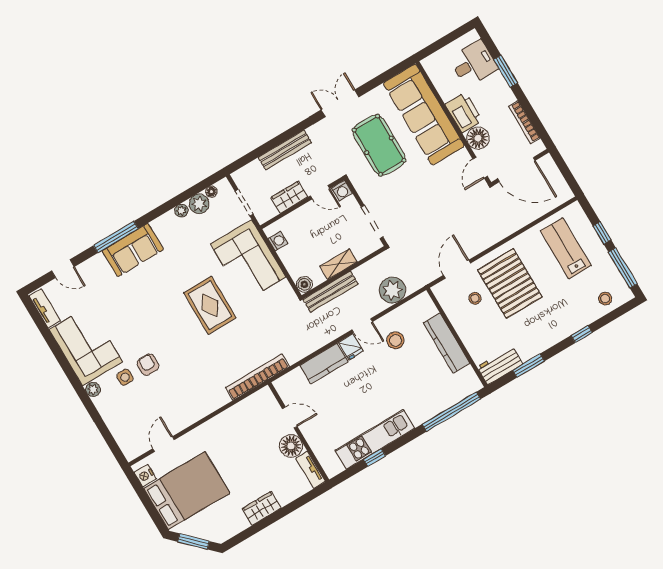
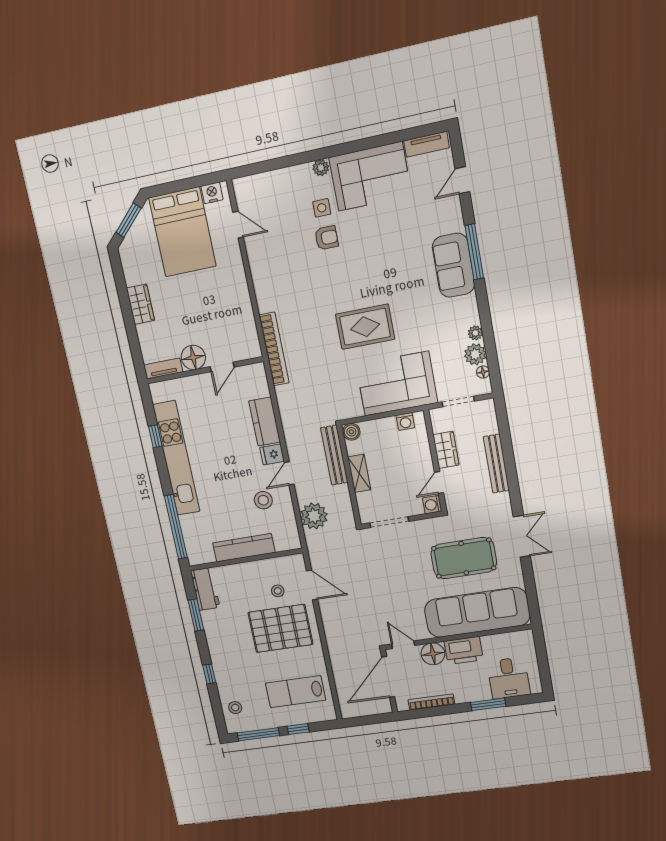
lab bench: (566, 248) -> (296, 692), turned 180
kitchen unit: (375, 439) -> (176, 458), width x1.36

